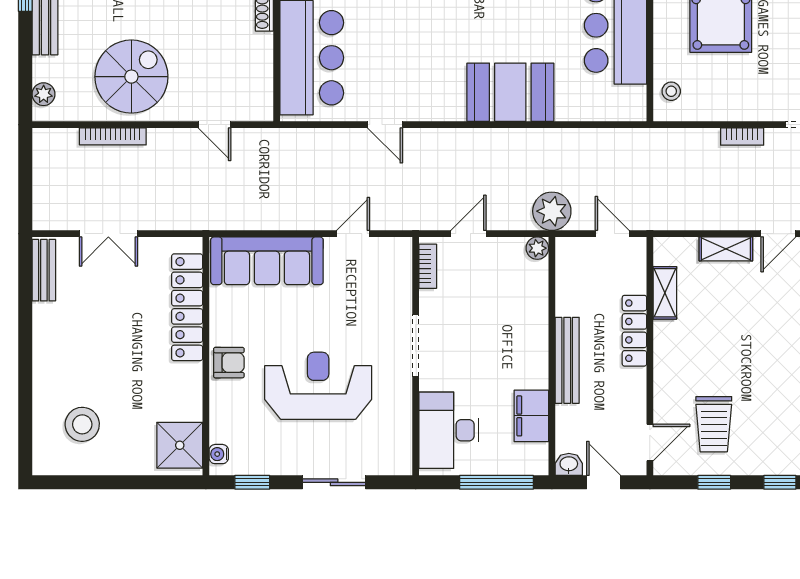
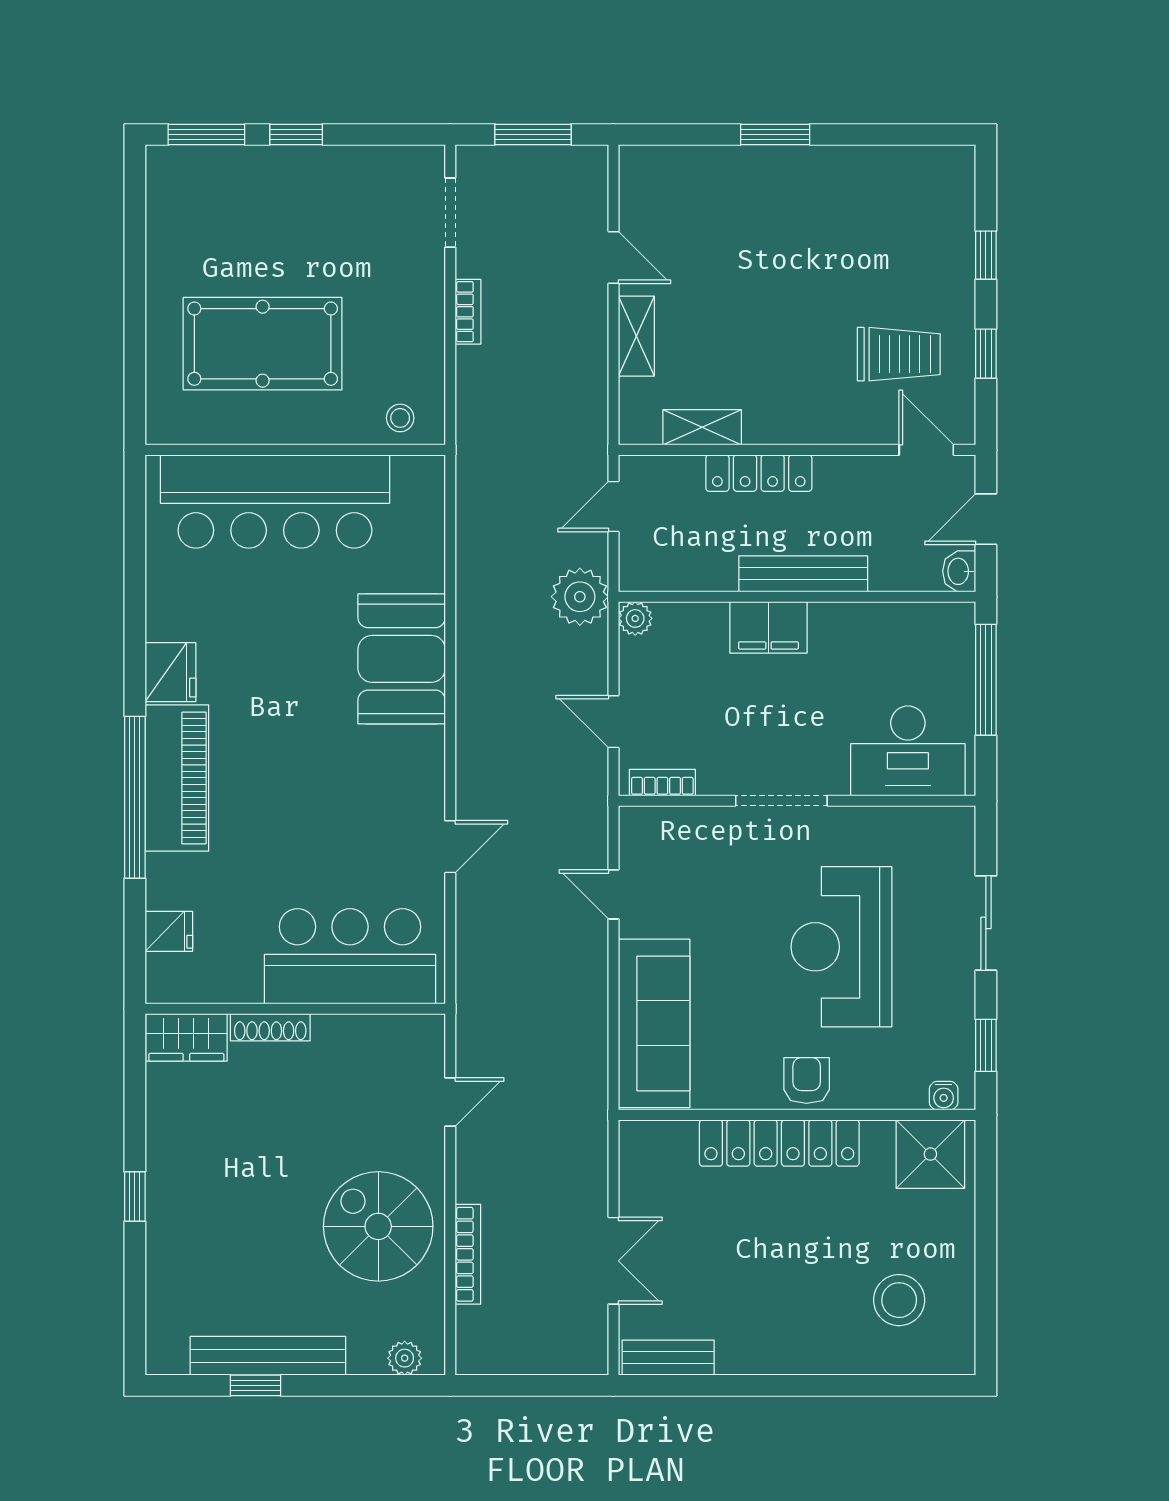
locker: (187, 307) -> (779, 1143), moved
filing cabinet: (531, 416) -> (768, 627), moved

